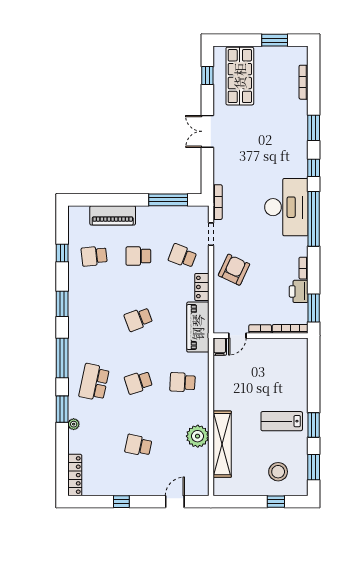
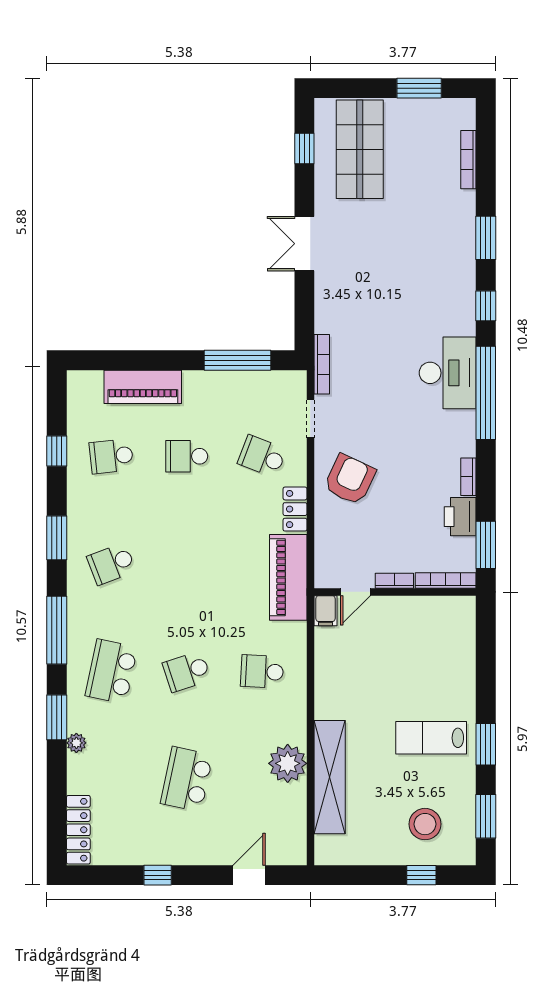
desk: (286, 207) -> (448, 373), width x0.73, depth x0.77
school desk: (138, 319) -> (111, 564), moved
school desk: (138, 445) -> (187, 779), width x1.85

